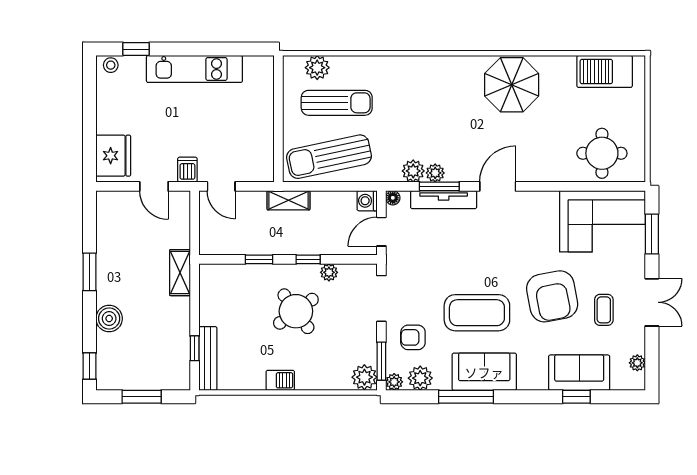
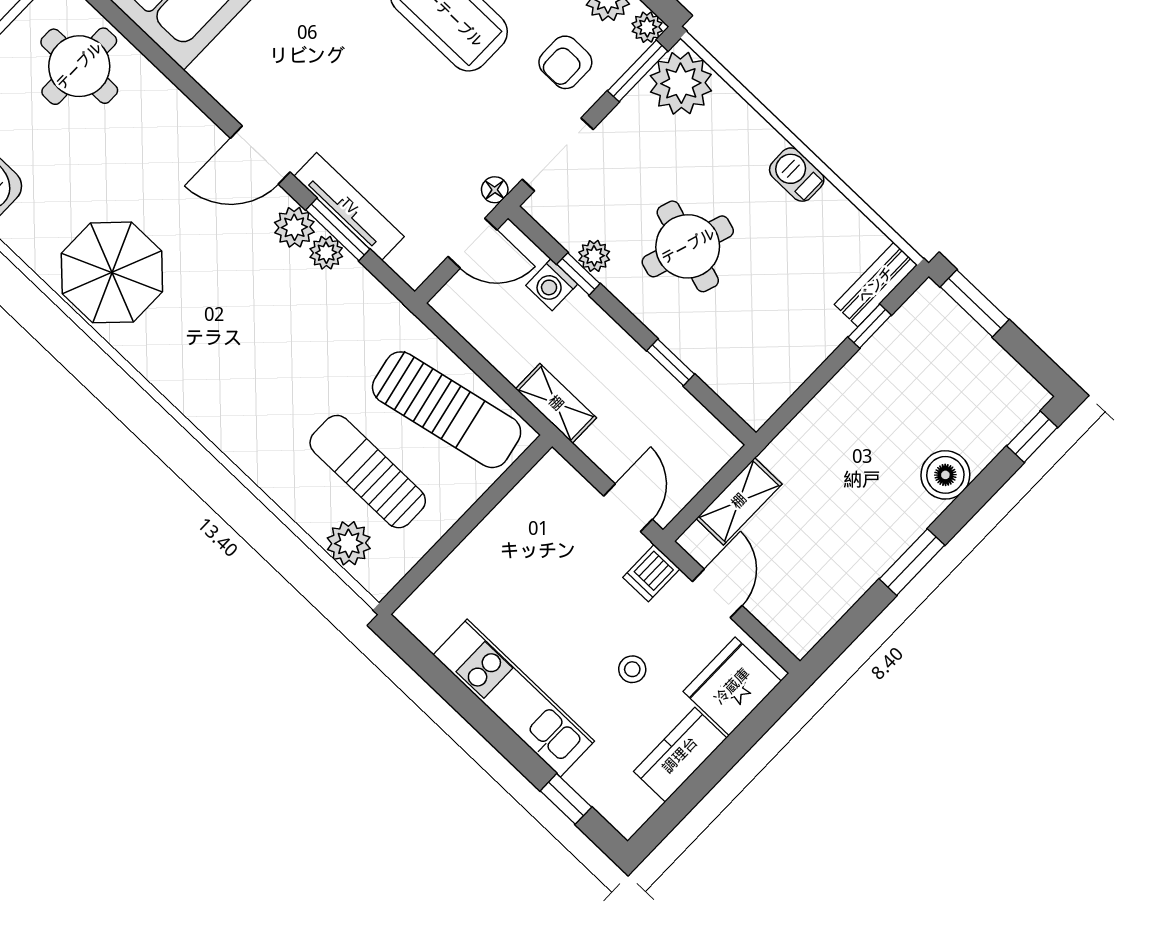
stool: (111, 65) -> (632, 669), moved
kitchen counter: (108, 109) -> (680, 755), added
plant: (413, 171) -> (294, 227), moved
floor lamp: (393, 198) -> (495, 190), moved
washing machine: (367, 201) -> (552, 285), moved, turned 90
window: (308, 259) -> (578, 274), moved
shelving: (180, 273) -> (739, 501), moved
round table: (296, 311) -> (688, 246), turned -36
armchair: (413, 337) -> (565, 62), turned 90
bench: (208, 358) -> (876, 285), width x0.73
plant: (364, 377) -> (681, 83), width x1.36, depth x1.36
window: (142, 397) -> (975, 303), moved

